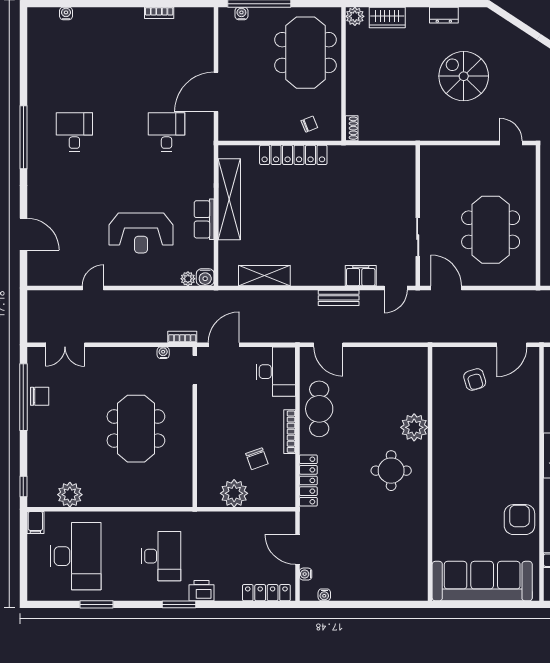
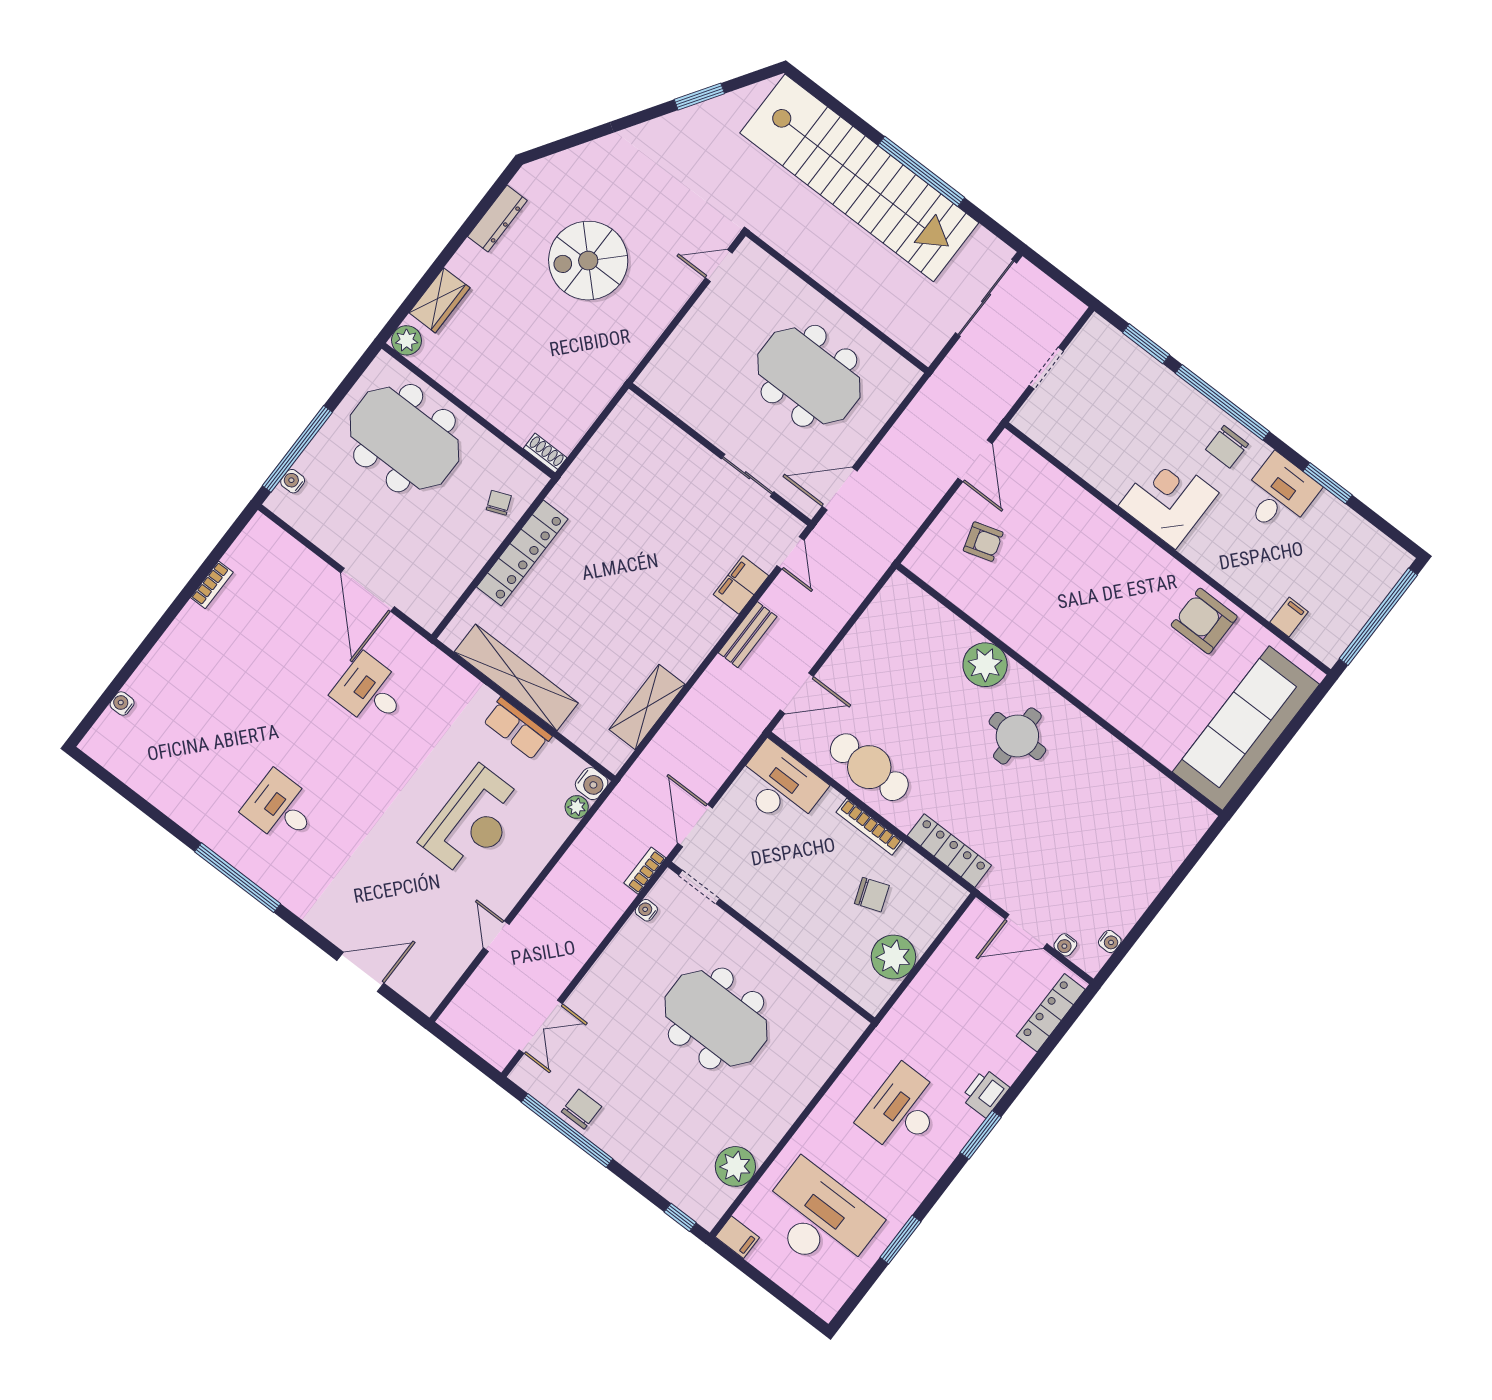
dresser: (444, 15) -> (497, 218), width x1.44
desk: (161, 556) -> (902, 1111), turned -90

